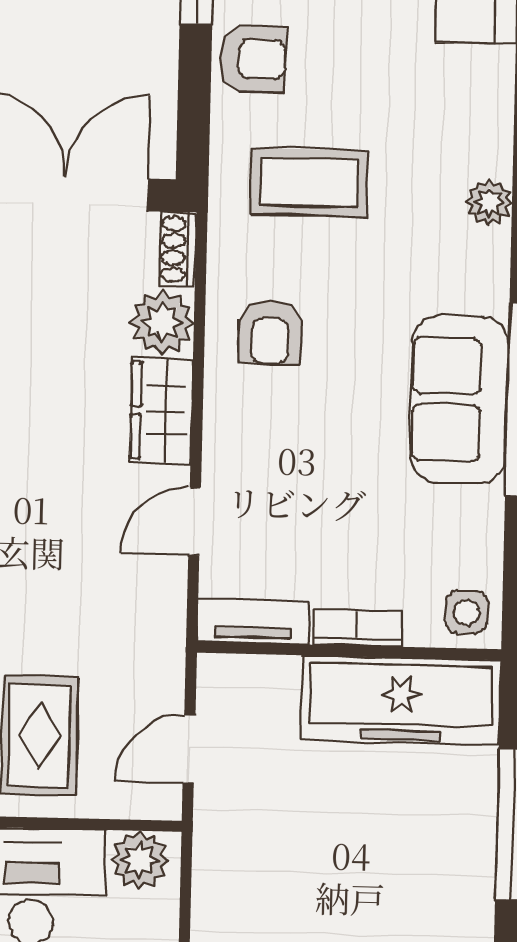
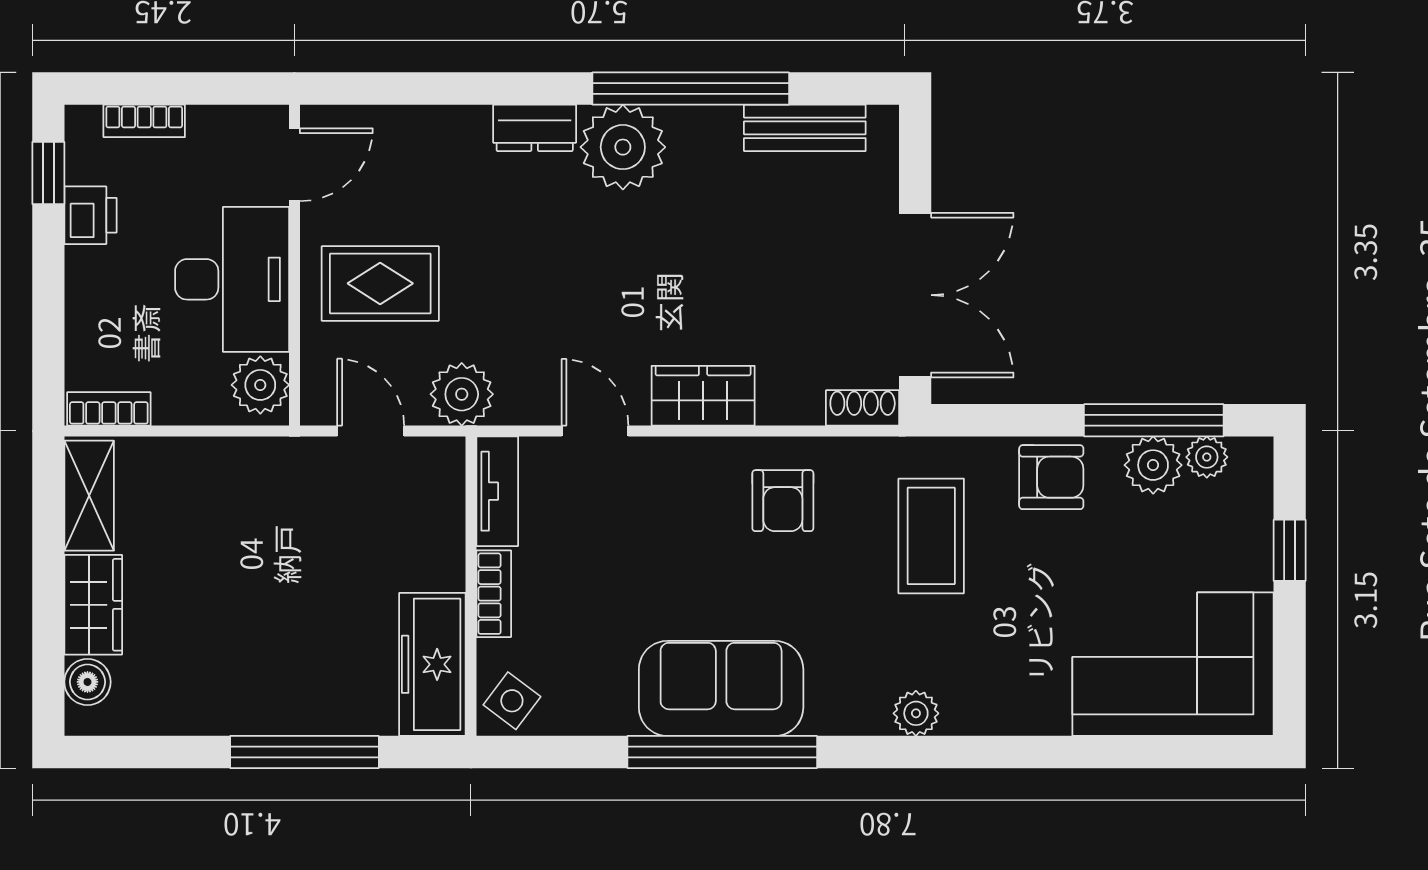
armchair: (253, 59) -> (1051, 477), turned -90
plant: (162, 322) -> (462, 394), moved
armchair: (270, 332) -> (783, 501), turned -90
side table: (466, 612) -> (512, 701), turned 37
freezer: (401, 700) -> (432, 664), width x0.73, depth x0.79

